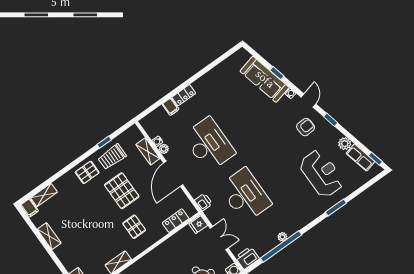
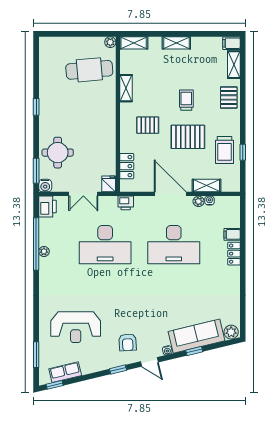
plant: (345, 144) -> (231, 332), moved
trolley: (112, 157) -> (225, 150), turned 180
pallet: (87, 172) -> (229, 97), moved
window: (336, 207) -> (36, 355), moved
trolley: (95, 211) -> (186, 100), added
shelving: (49, 236) -> (176, 43), moved

